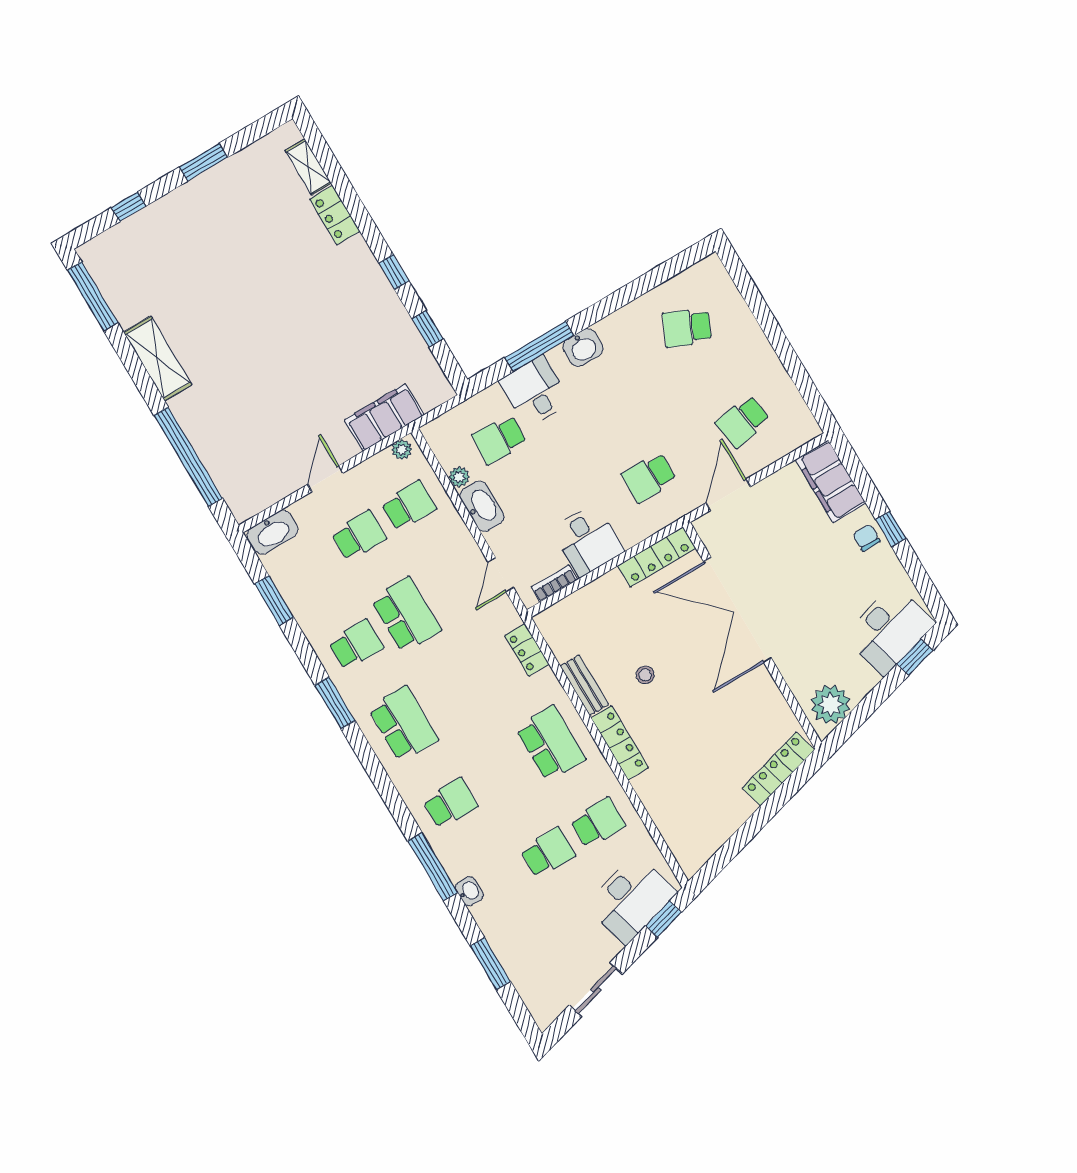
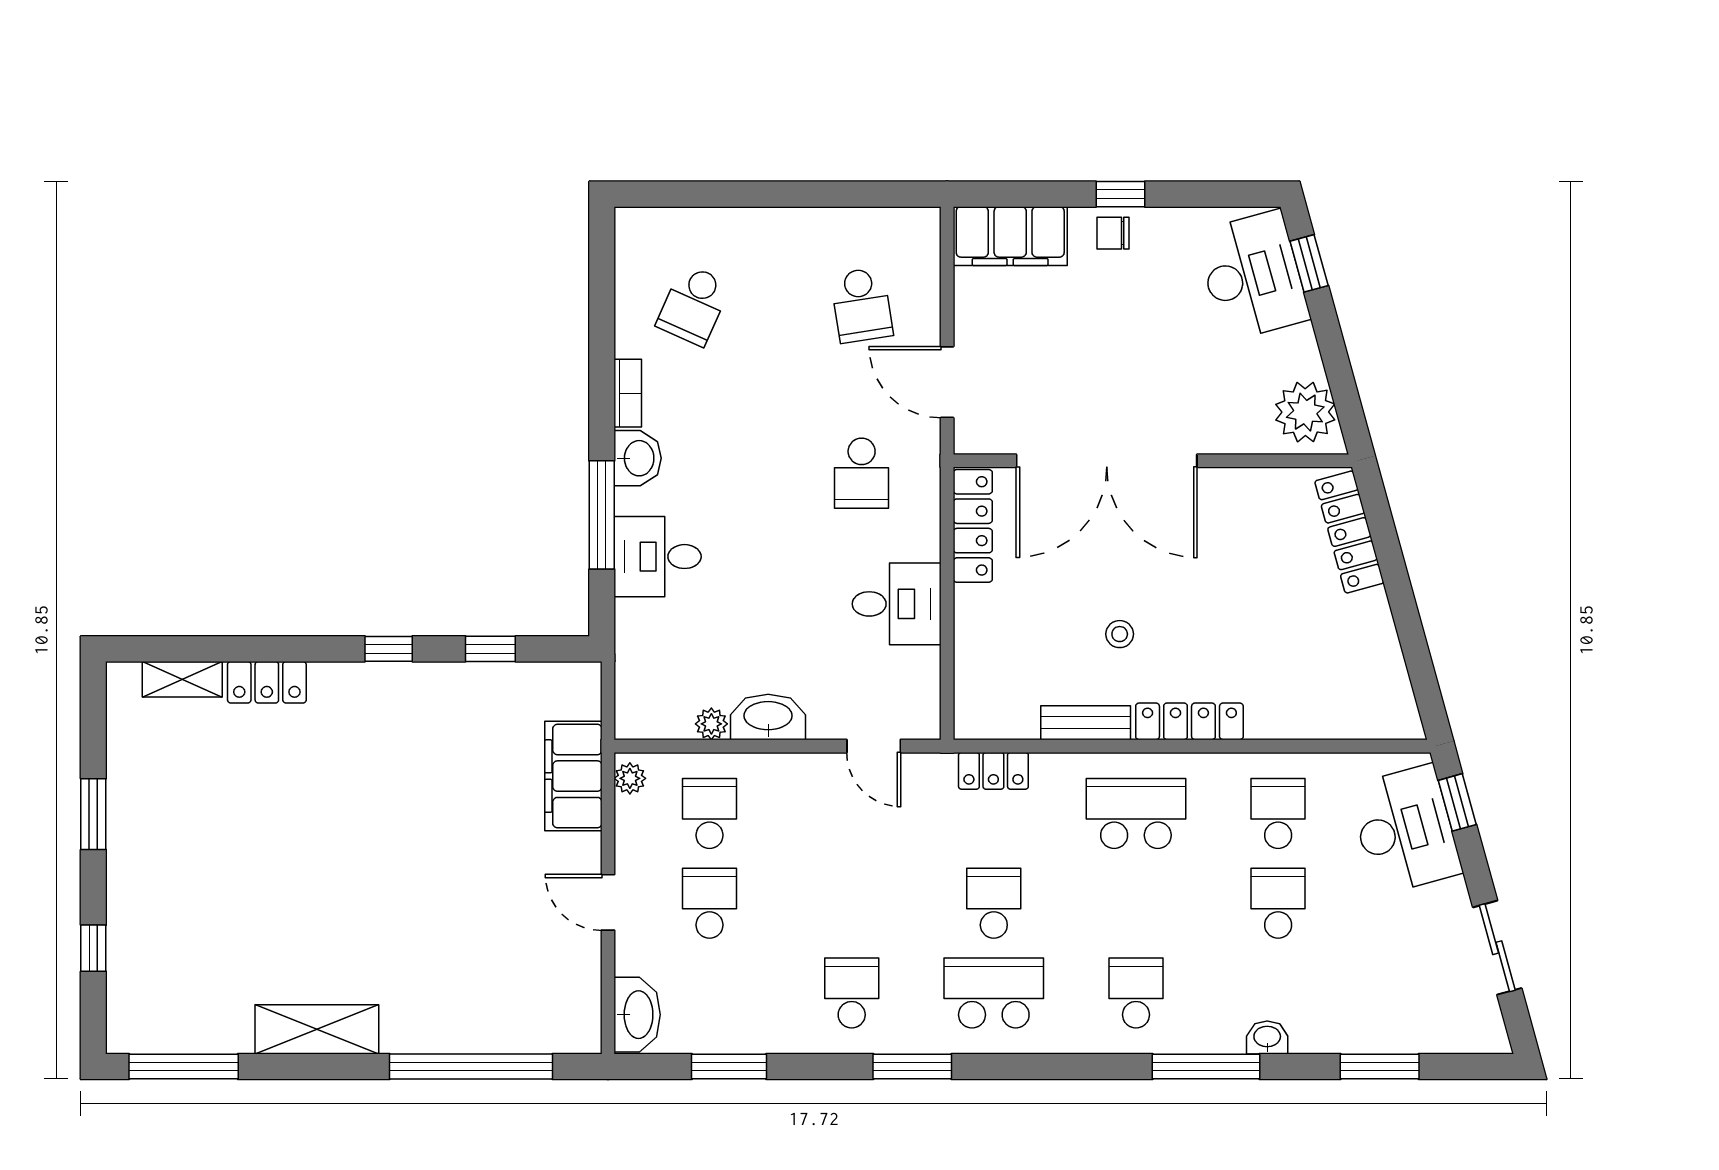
school desk: (499, 440) -> (693, 641), removed
bookcase: (554, 584) -> (628, 393), moved, turned 180
school desk: (406, 615) -> (994, 903), moved, width x0.54

